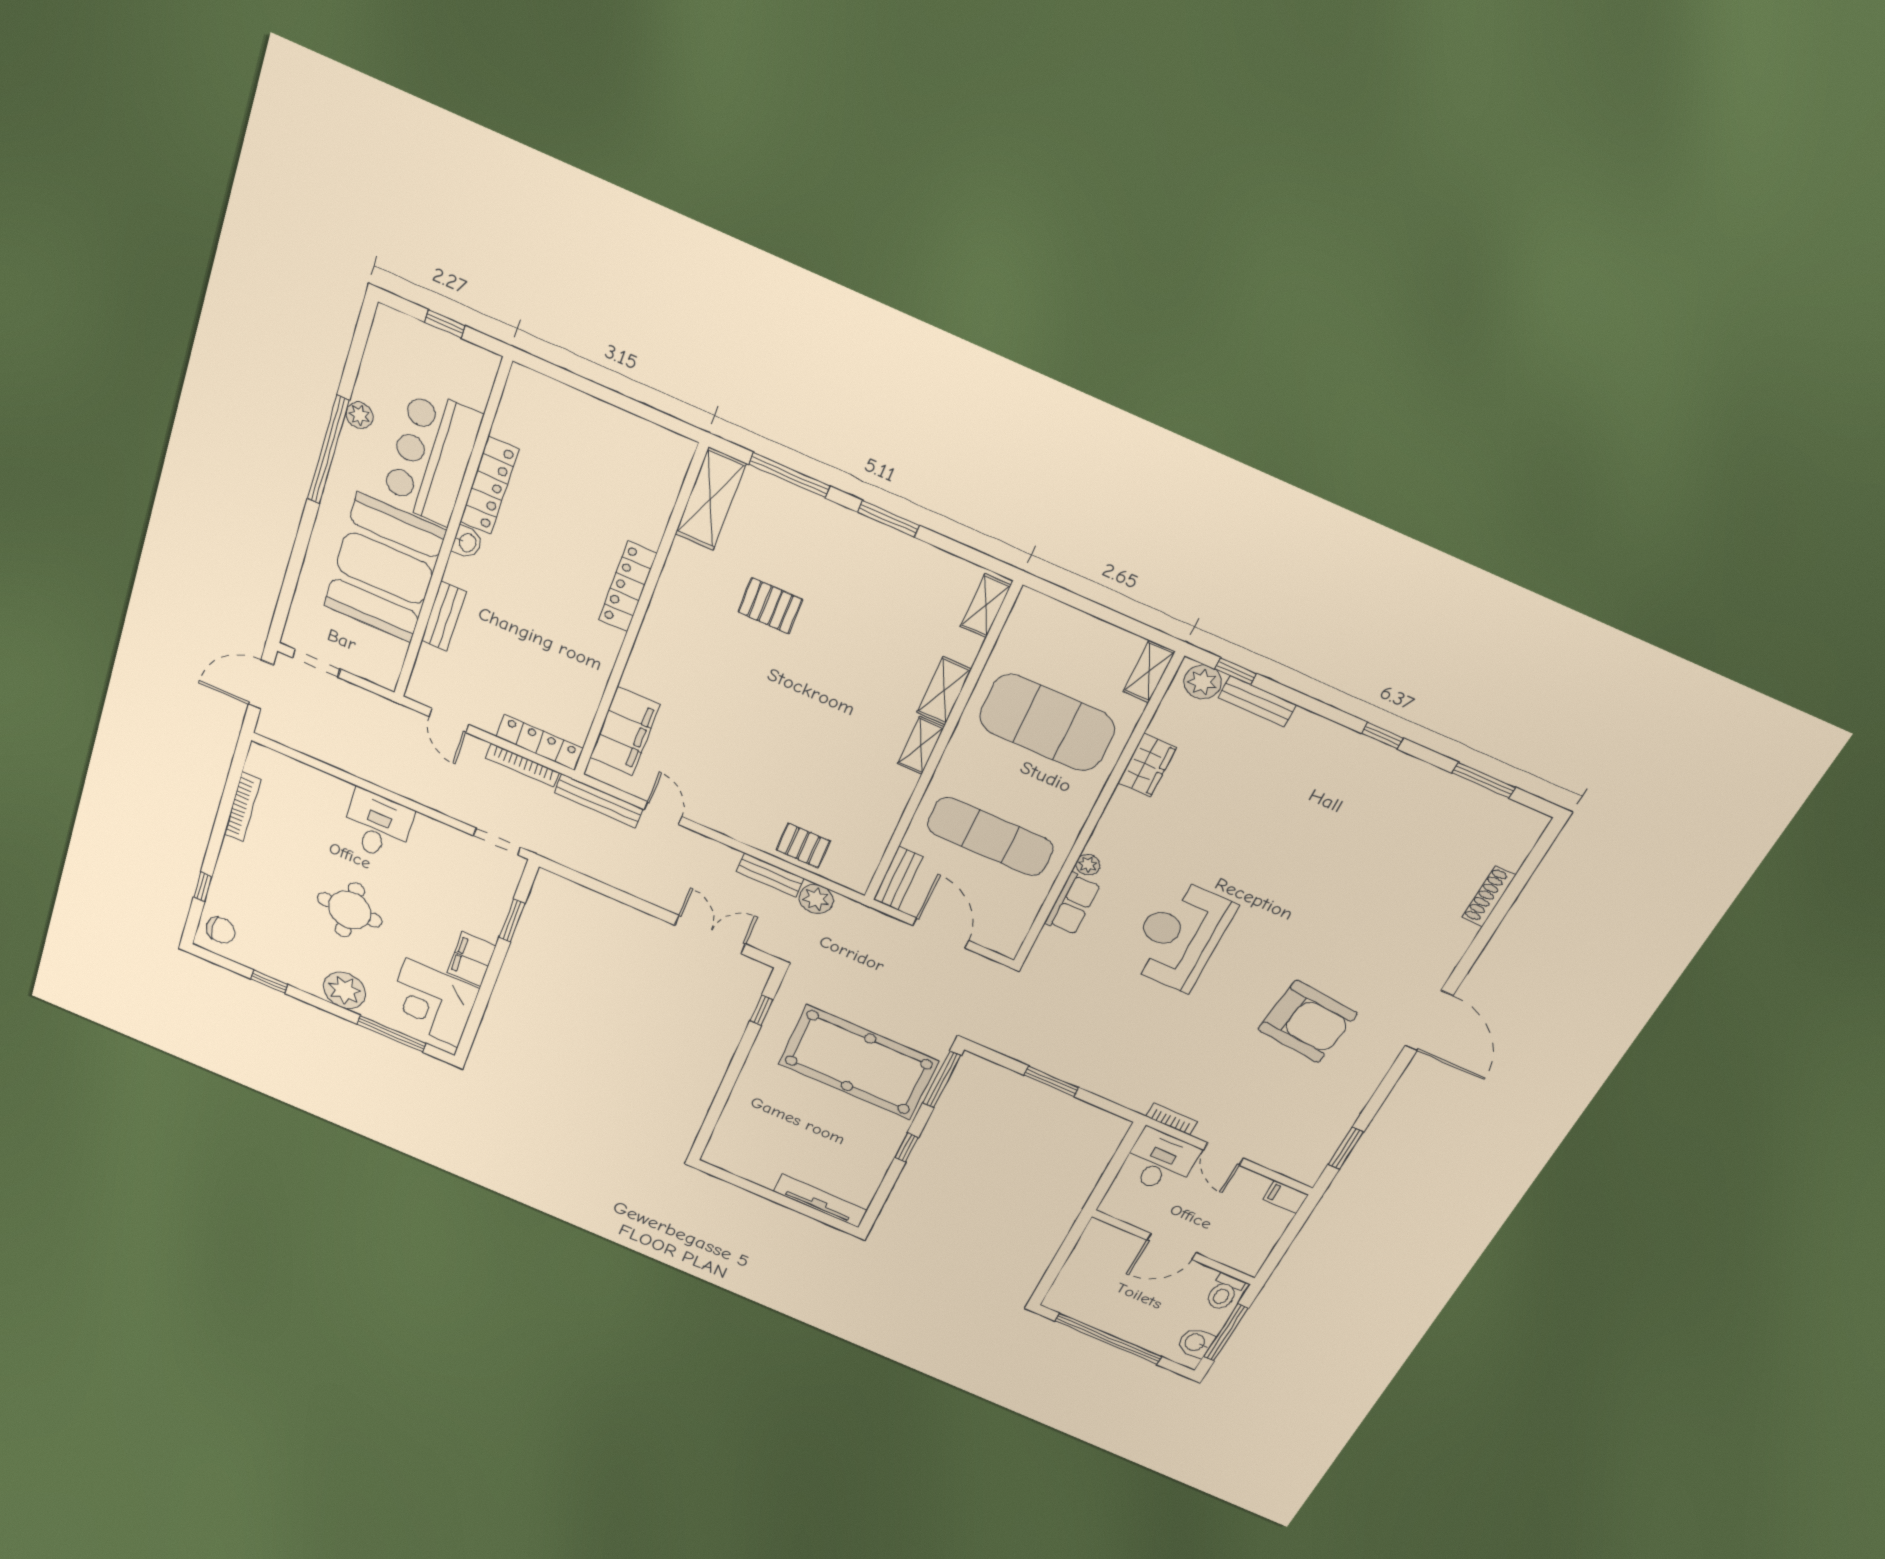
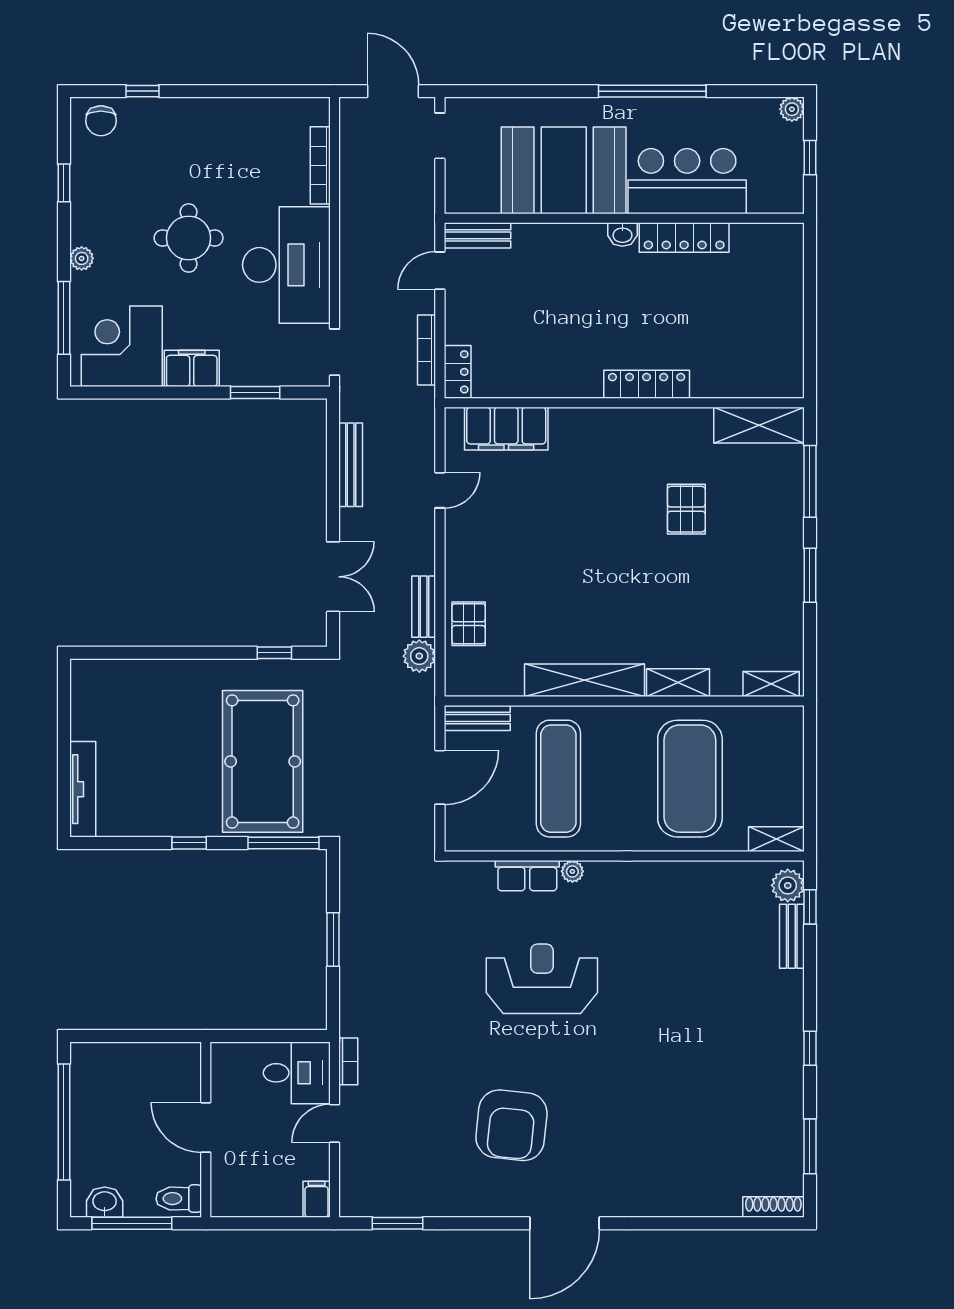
plant: (359, 415) -> (792, 109), moved
bench: (444, 616) -> (477, 235), moved
locker: (540, 742) -> (458, 372), width x0.66
shelving: (921, 746) -> (584, 680), width x2.20, depth x1.33
wardrobe: (1147, 765) -> (691, 877), removed
bench: (599, 801) -> (351, 465), moved
bookcase: (242, 807) -> (320, 165), moved, turned 90
desk: (377, 825) -> (286, 265), width x1.87, depth x1.30
shoe rack: (1489, 896) -> (773, 1207), moved
plant: (344, 990) -> (82, 258), width x0.53, depth x0.53

